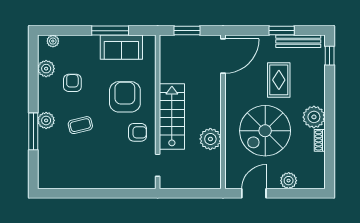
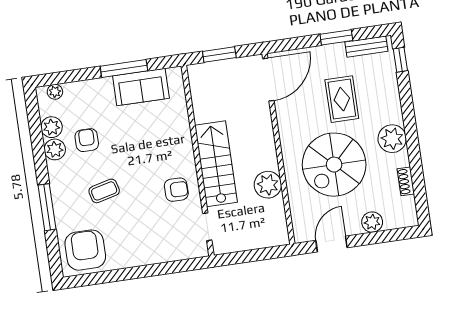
bench: (298, 41) -> (366, 47), width x0.73
armchair: (125, 97) -> (85, 250), moved
plant: (46, 120) -> (55, 149), moved
shoe rack: (320, 140) -> (406, 181), moved

